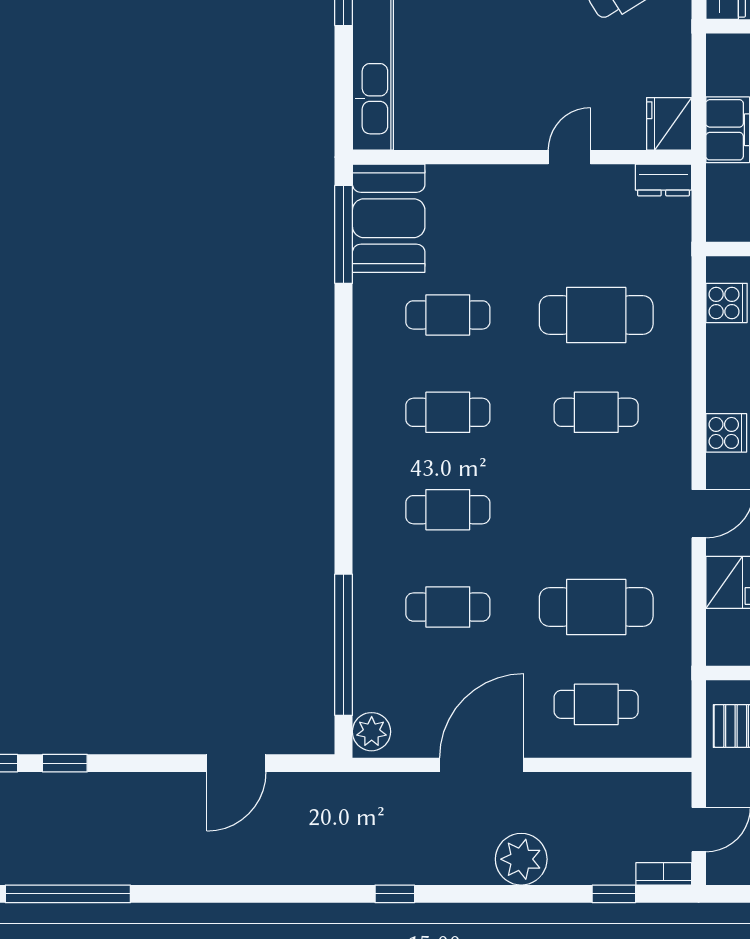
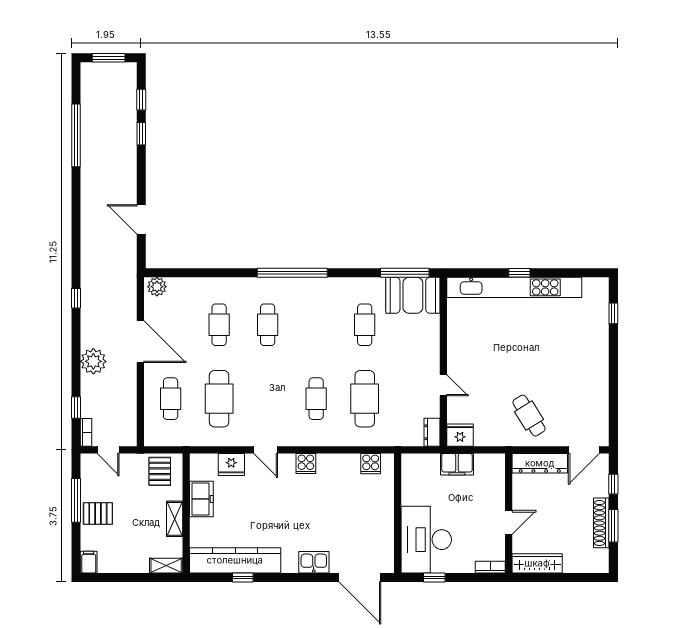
cafe table: (448, 412) -> (316, 325), removed
window: (344, 645) -> (292, 273), moved

